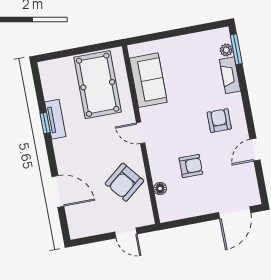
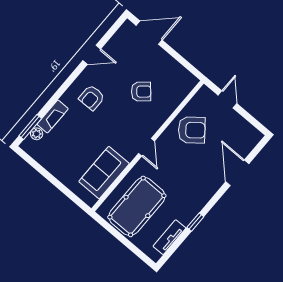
tv unit: (55, 119) -> (169, 237), moved
armchair: (191, 166) -> (141, 92), turned 139
floor lamp: (160, 188) -> (175, 101), removed

